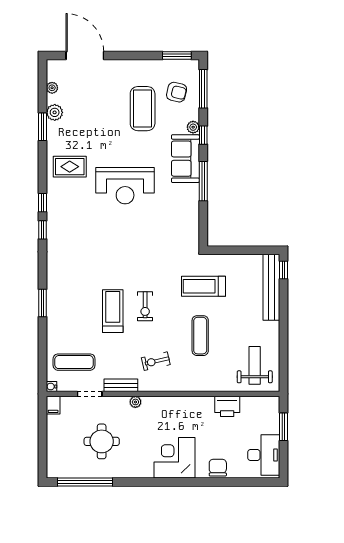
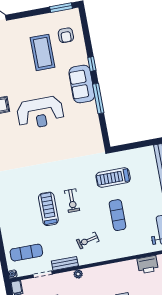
window: (203, 89) -> (85, 29), removed
armchair: (177, 92) -> (66, 35), turned 77
plant: (193, 127) -> (83, 59), removed

